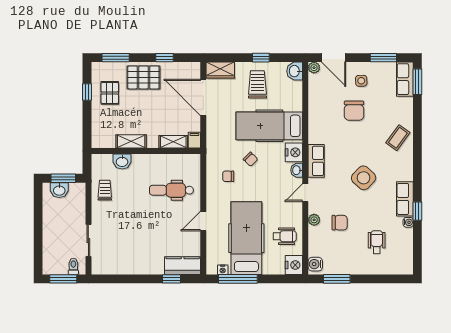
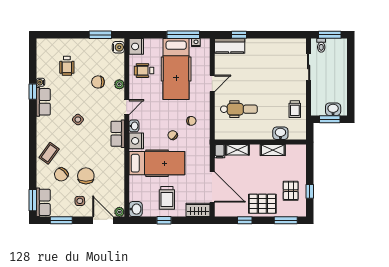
chair: (383, 112) -> (61, 174), added
side table: (364, 178) -> (78, 120), width x0.54, depth x0.54

